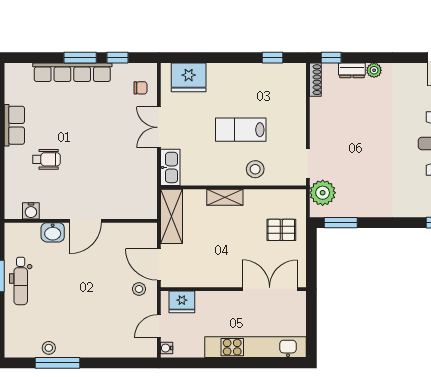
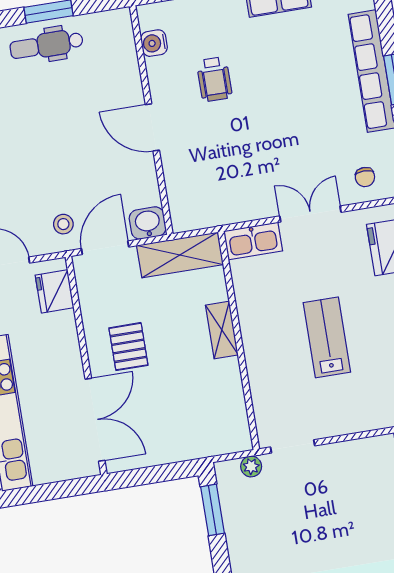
wheelchair: (46, 159) -> (214, 79), moved
stool: (255, 169) -> (271, 369), removed
plant: (323, 193) -> (251, 466), width x0.53, depth x0.53
pallet: (281, 230) -> (128, 347), moved
washbasin: (53, 232) -> (148, 223), moved, turned 90

